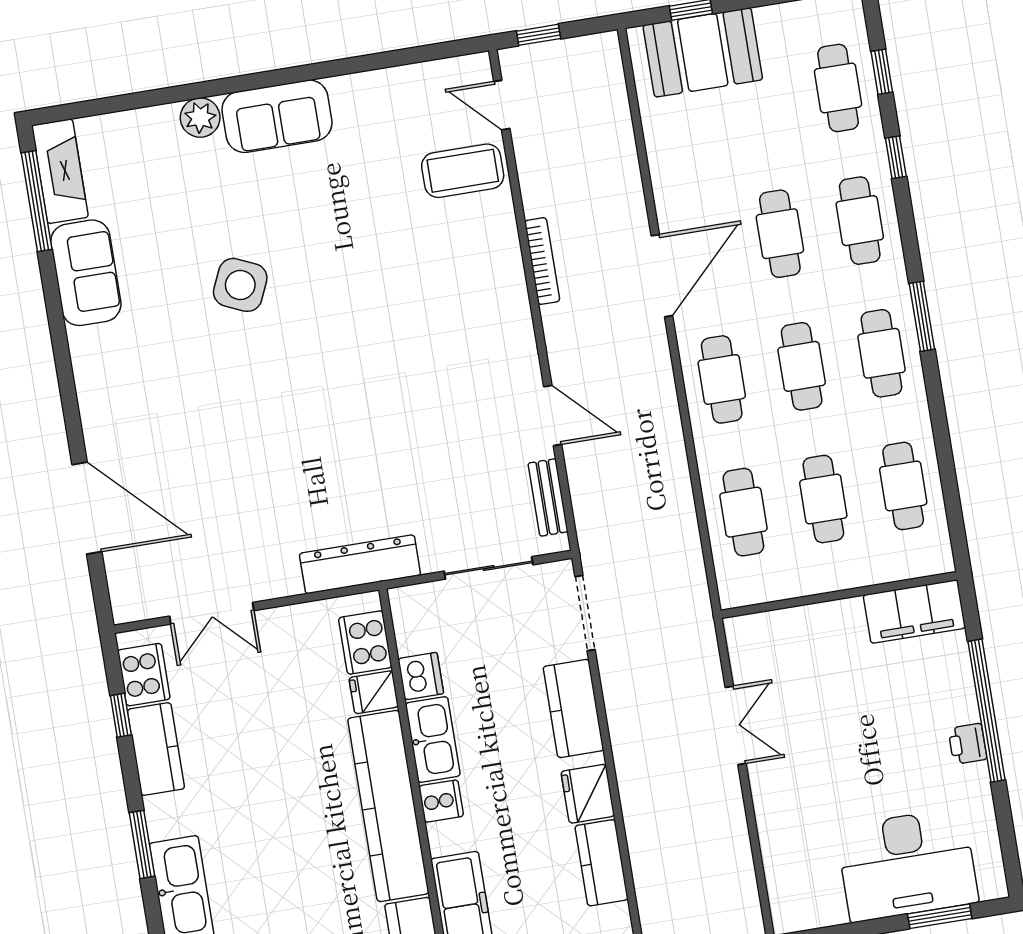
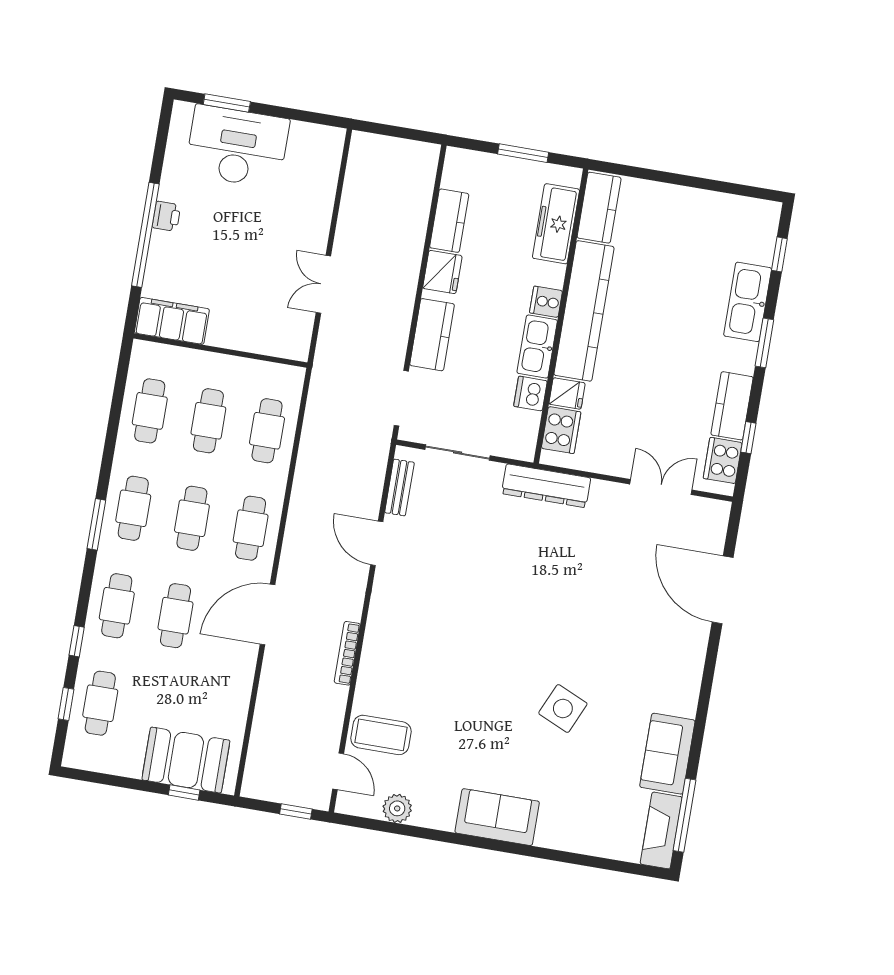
plant: (200, 118) -> (397, 808), moved

